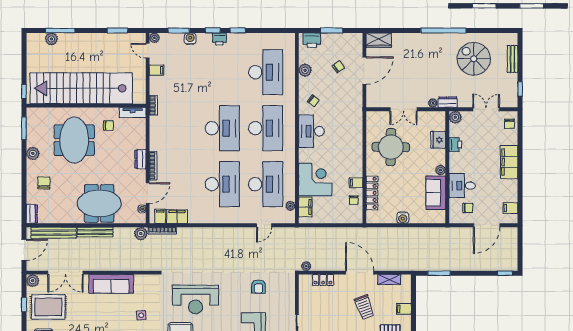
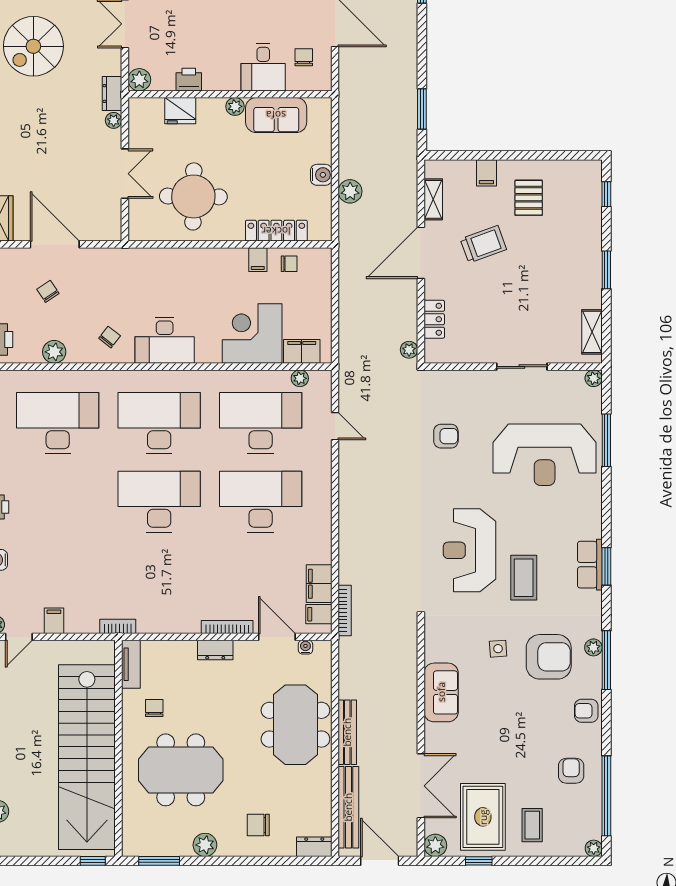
plant: (141, 234) -> (350, 191), moved
sofa: (111, 284) -> (441, 692), width x0.73
reception desk: (195, 299) -> (469, 550), turned 180

